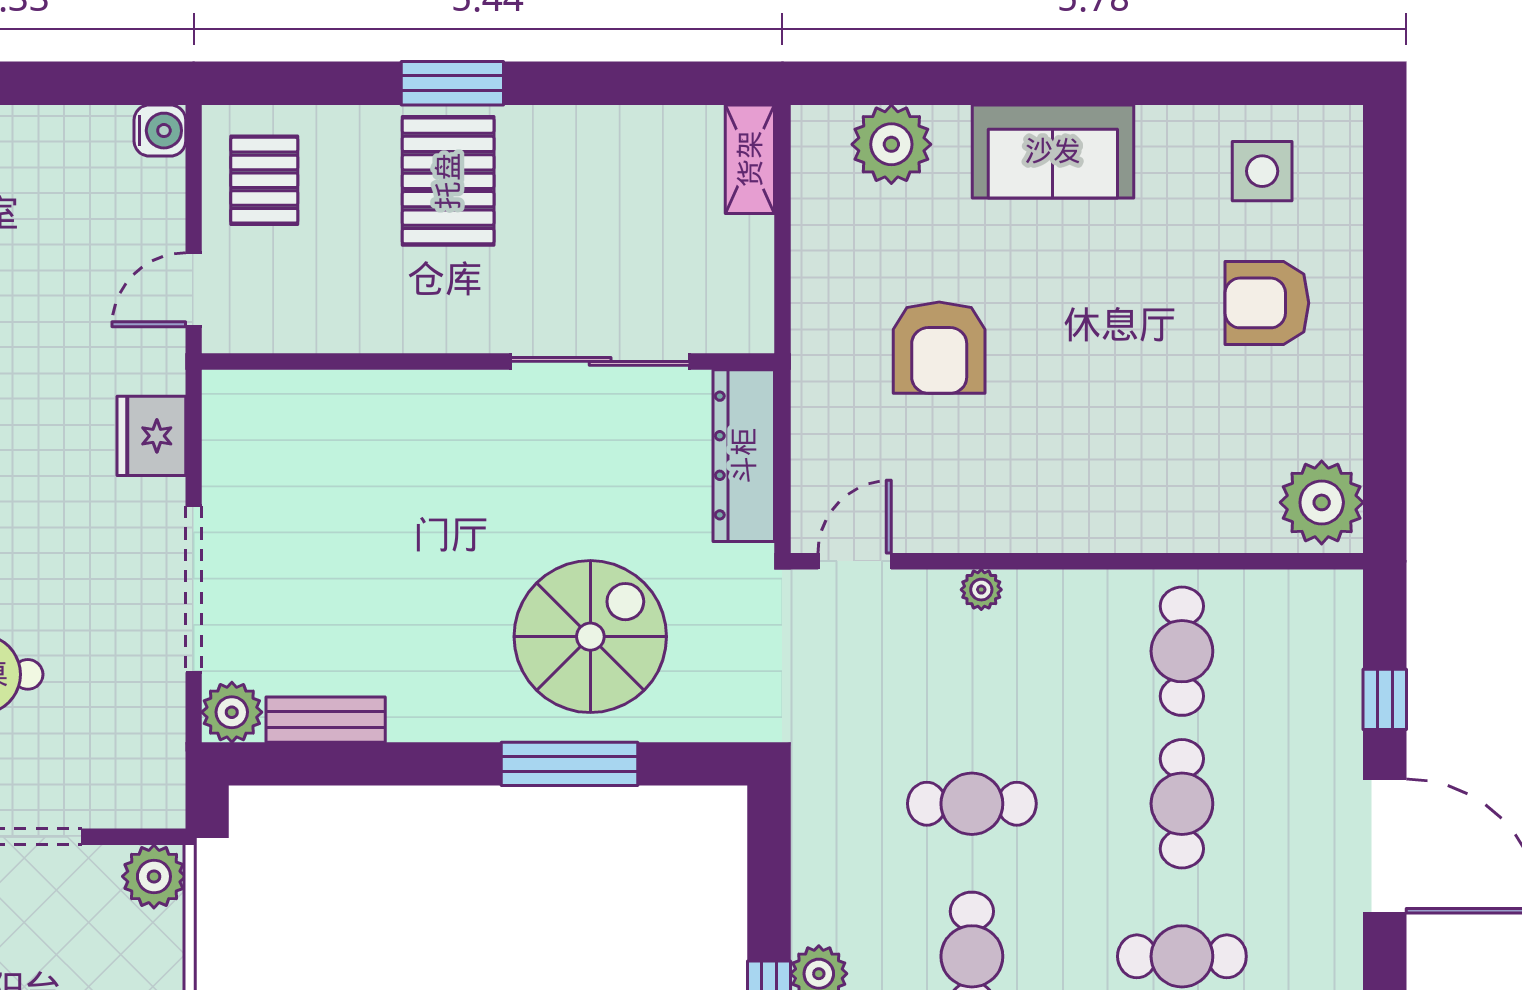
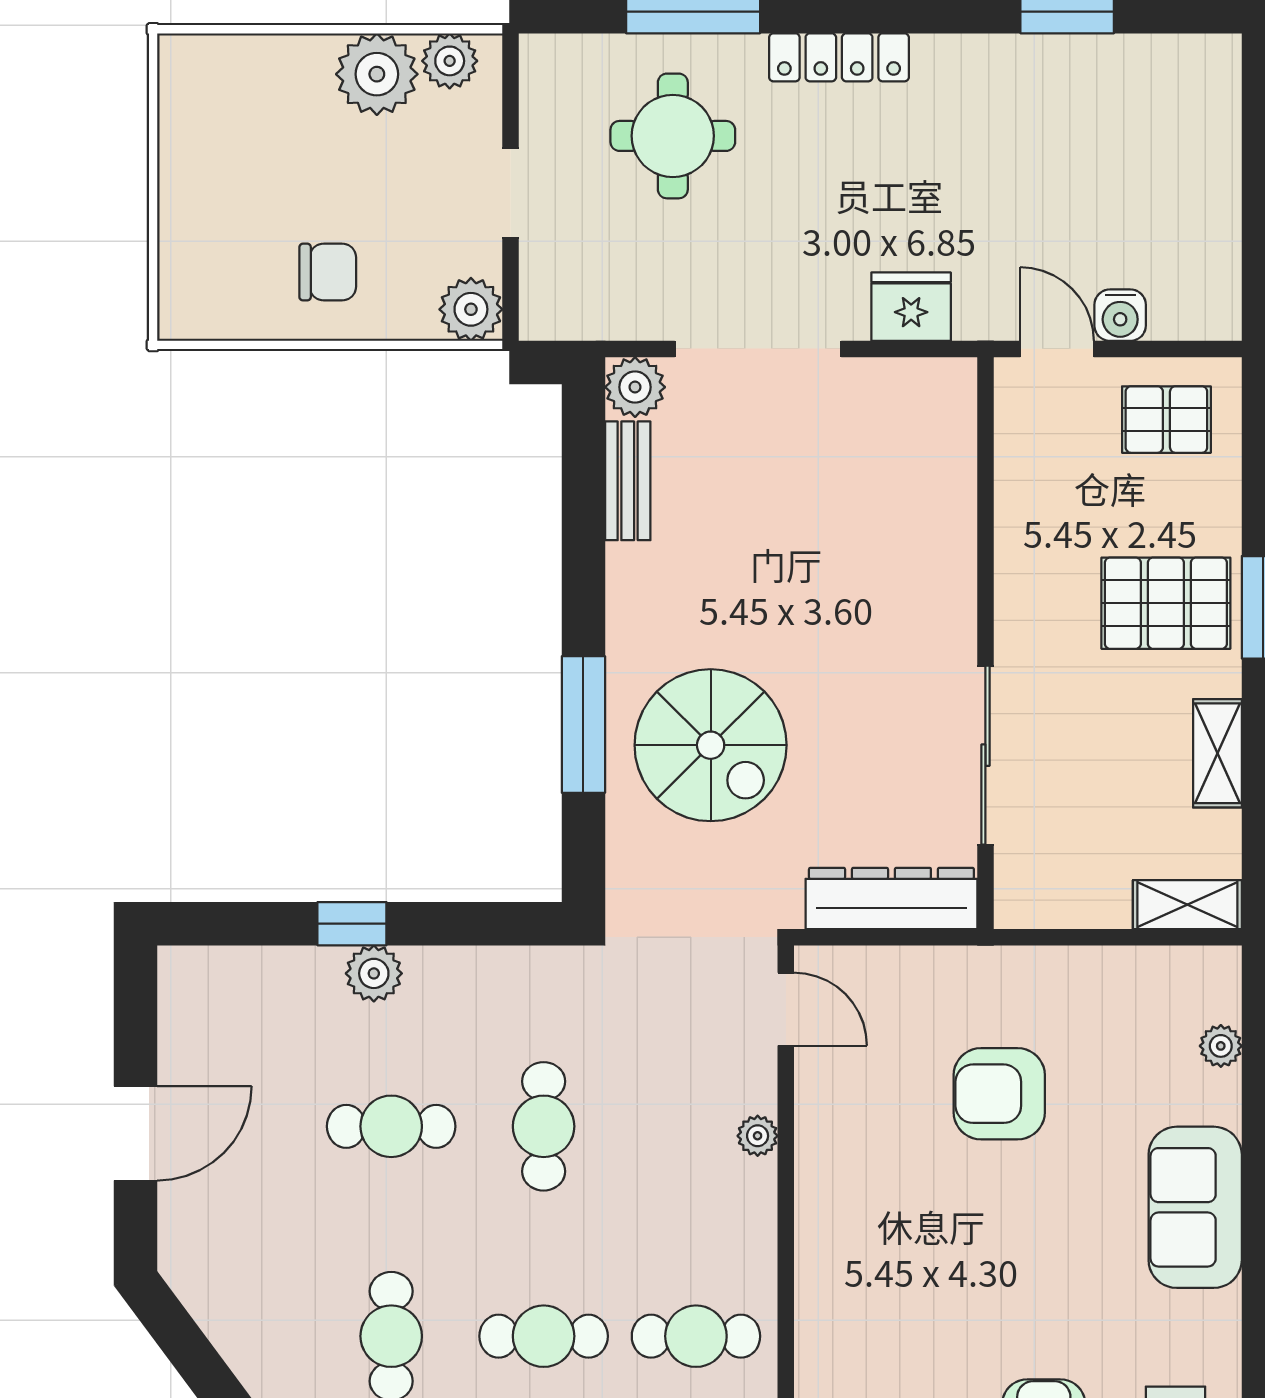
shelving: (598, 129) -> (1217, 753), added
water cooler: (160, 131) -> (1120, 315), moved
plant: (891, 144) -> (1221, 1046), width x0.53, depth x0.53

